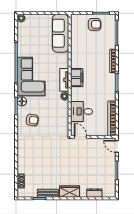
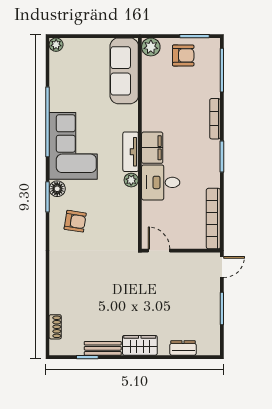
plant: (76, 19) -> (151, 47), added
desk: (81, 111) -> (161, 182), moved
door: (117, 146) -> (222, 267), swing flipped

